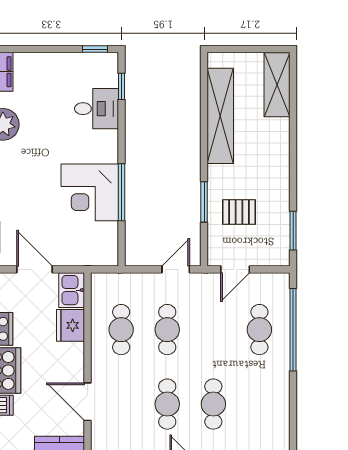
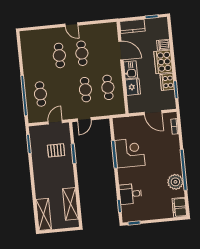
shelving: (220, 116) -> (71, 204), width x0.68
kitchen sink: (72, 290) -> (131, 70), moved

